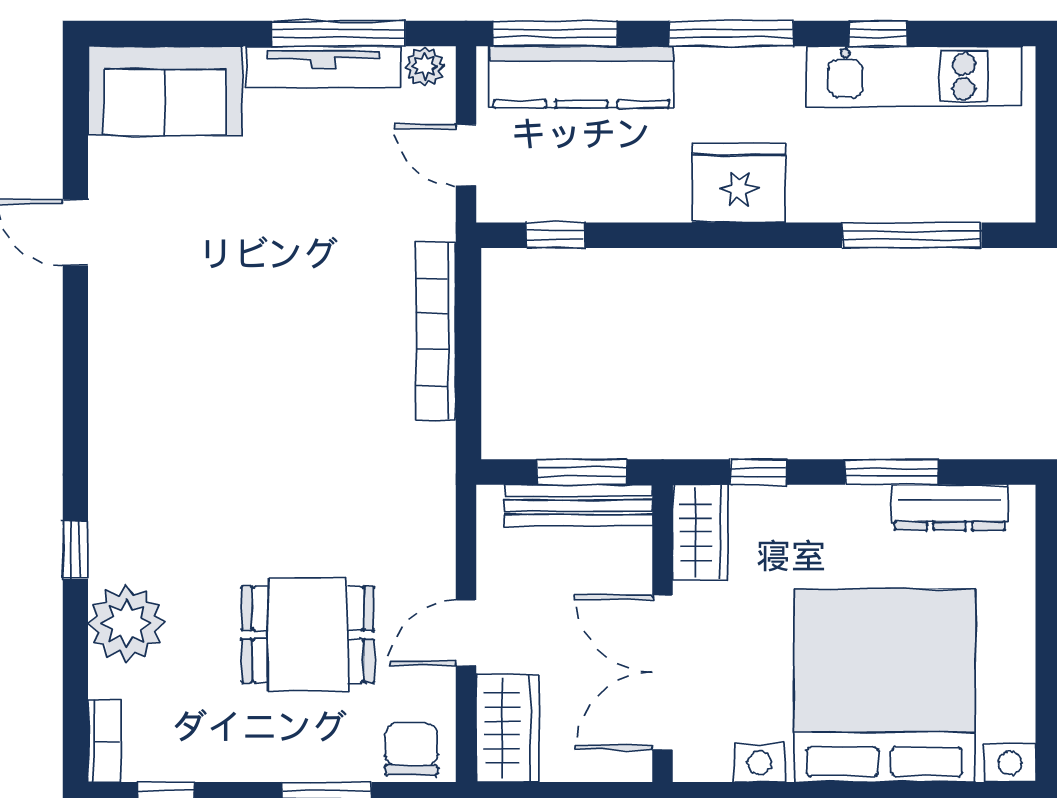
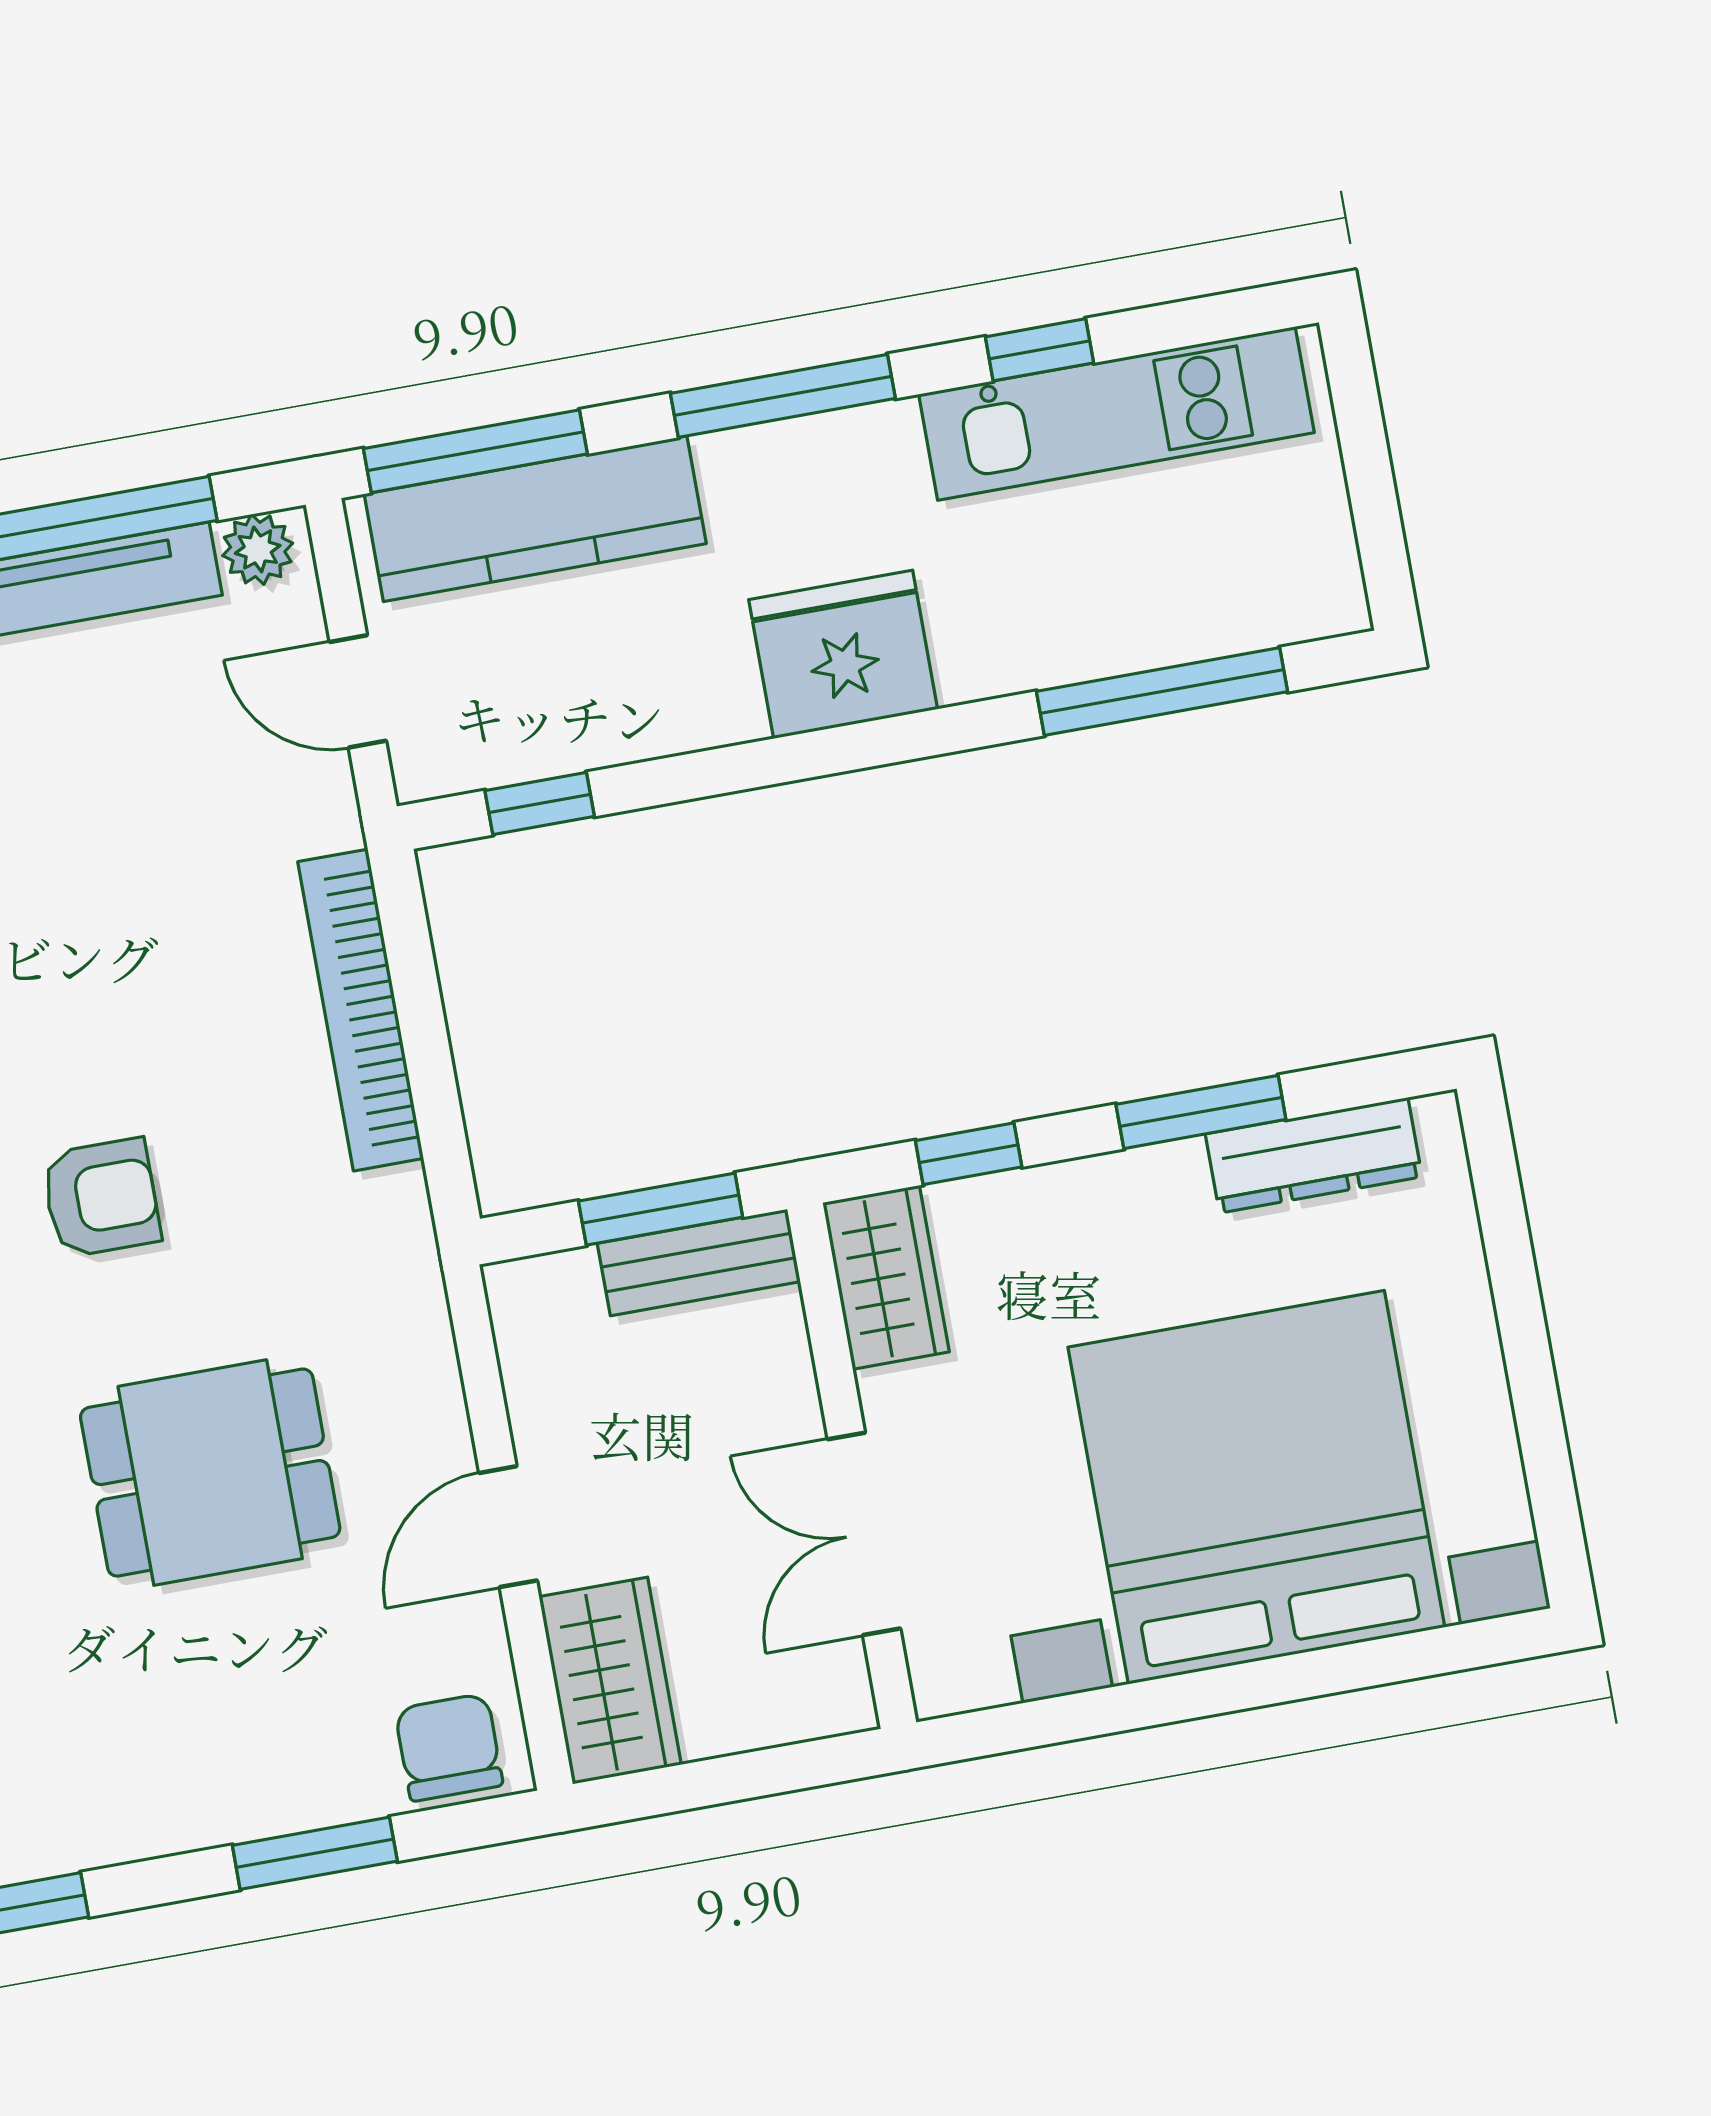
armchair: (273, 410) -> (101, 1198), added
bench: (578, 505) -> (699, 1262), width x0.73
dining table: (308, 635) -> (210, 1473), moved
double door: (663, 672) -> (864, 1534), width x0.73

